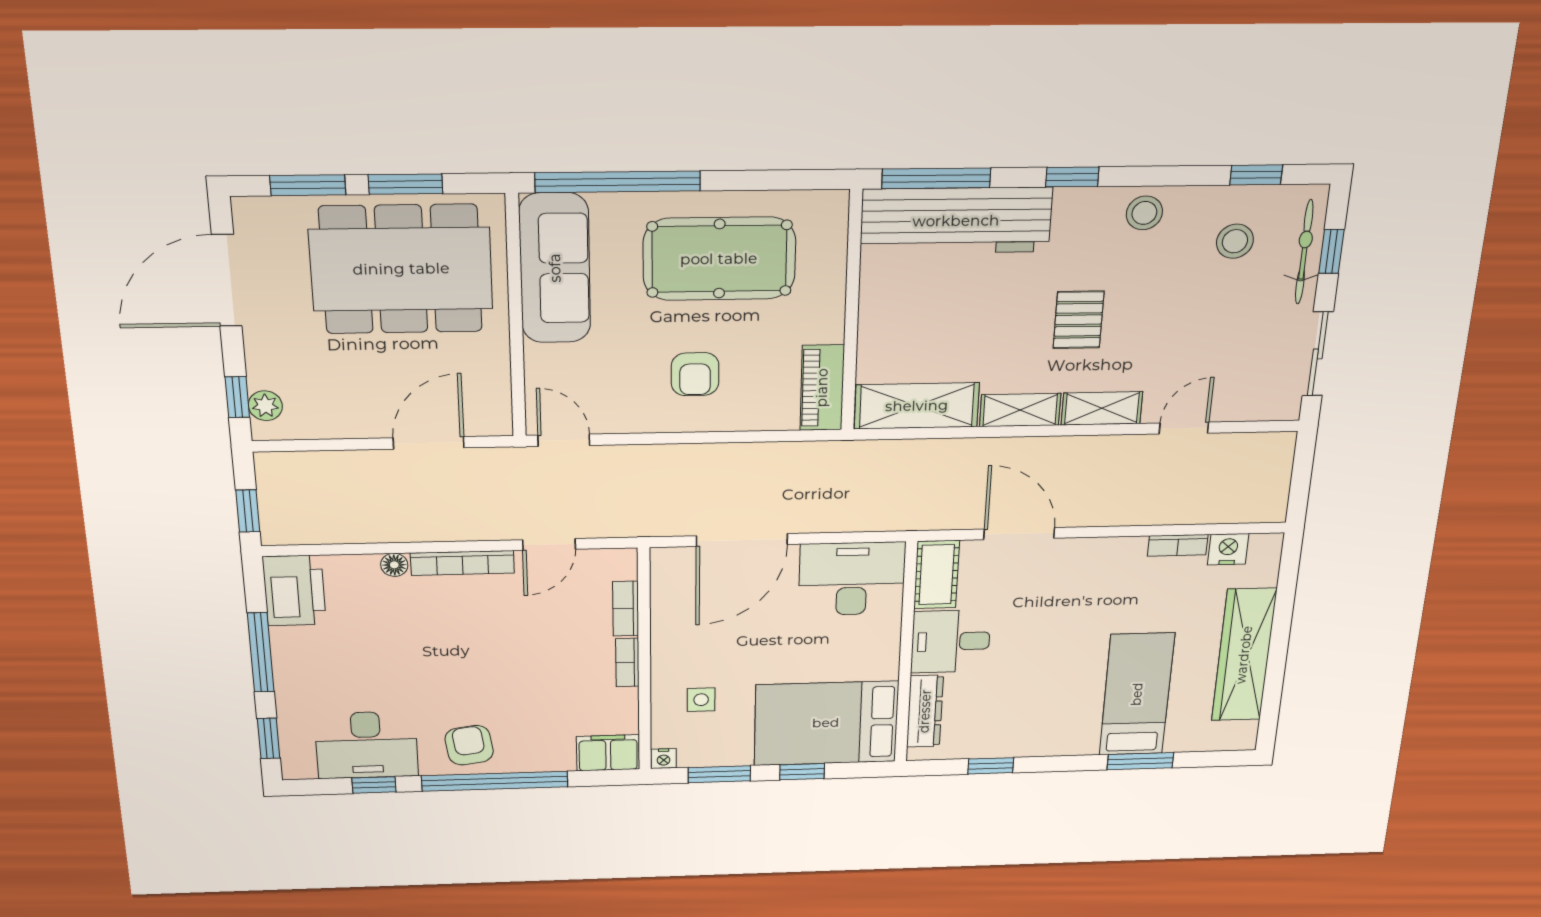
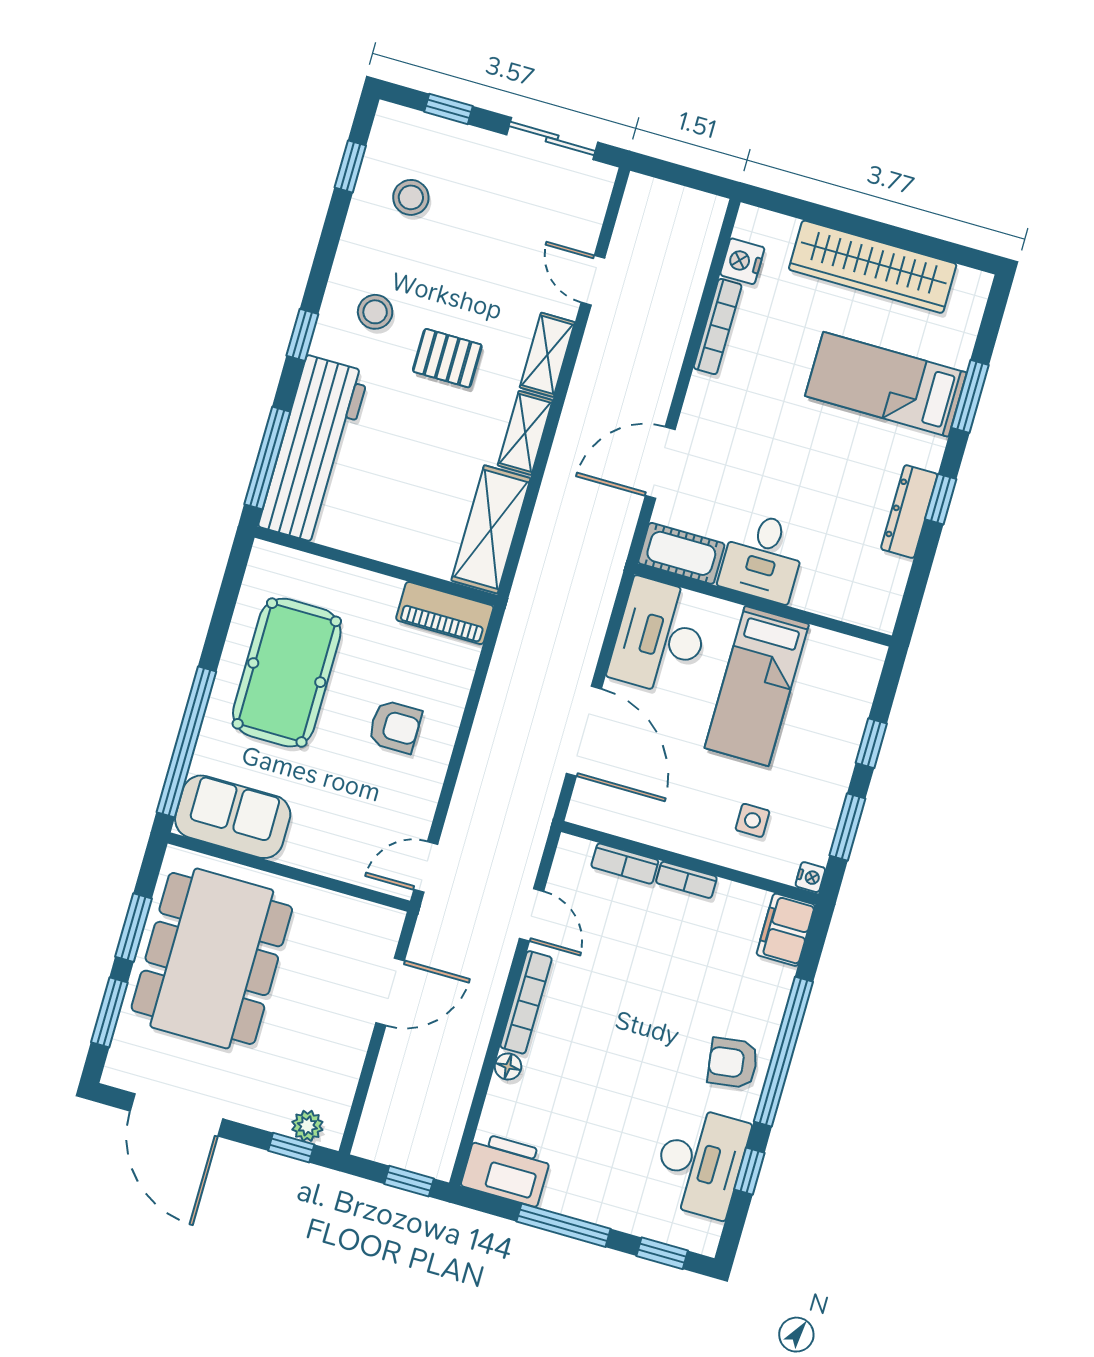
stool: (1144, 213) -> (375, 312), moved
bicycle: (1304, 252) -> (441, 135), removed
sofa: (555, 268) -> (233, 817), width x0.73
door: (429, 443) -> (390, 992), swing flipped
bookcase: (1178, 545) -> (718, 327), width x1.56
dresser: (925, 711) -> (909, 512), moved, turned -90
bed: (826, 723) -> (757, 686), moved, width x0.67
window: (991, 766) -> (941, 499), moved

